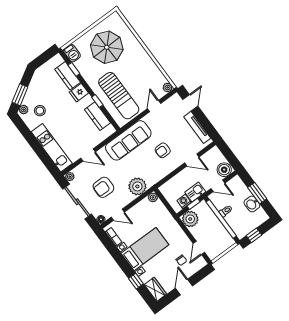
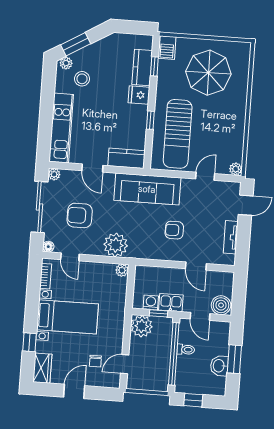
kitchen counter: (97, 116) -> (126, 158), moved, turned 90
tv unit: (197, 127) -> (231, 237), width x0.71

